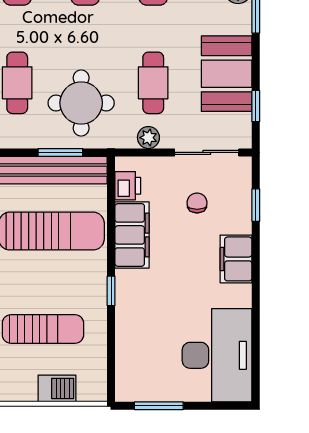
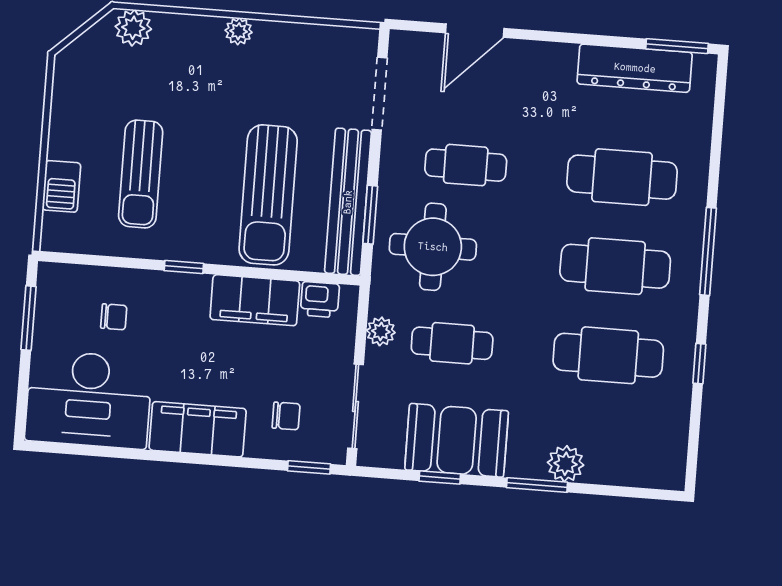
window: (256, 106) -> (440, 477), moved
chair: (197, 203) -> (286, 416), moved
window: (256, 205) -> (309, 467), moved
filing cabinet: (236, 259) -> (198, 429), width x1.50, depth x1.17
chair: (153, 341) -> (114, 317), added

